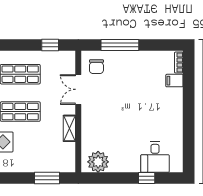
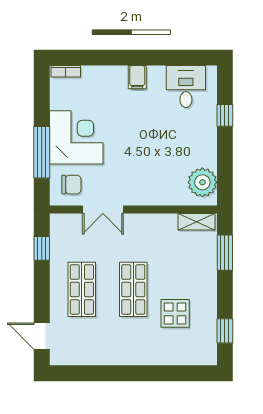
corner desk: (131, 70) -> (76, 137), added
filing cabinet: (174, 81) -> (137, 77), moved
shelving: (69, 128) -> (196, 222), moved
desk: (155, 157) -> (186, 87), moved, turned -90

